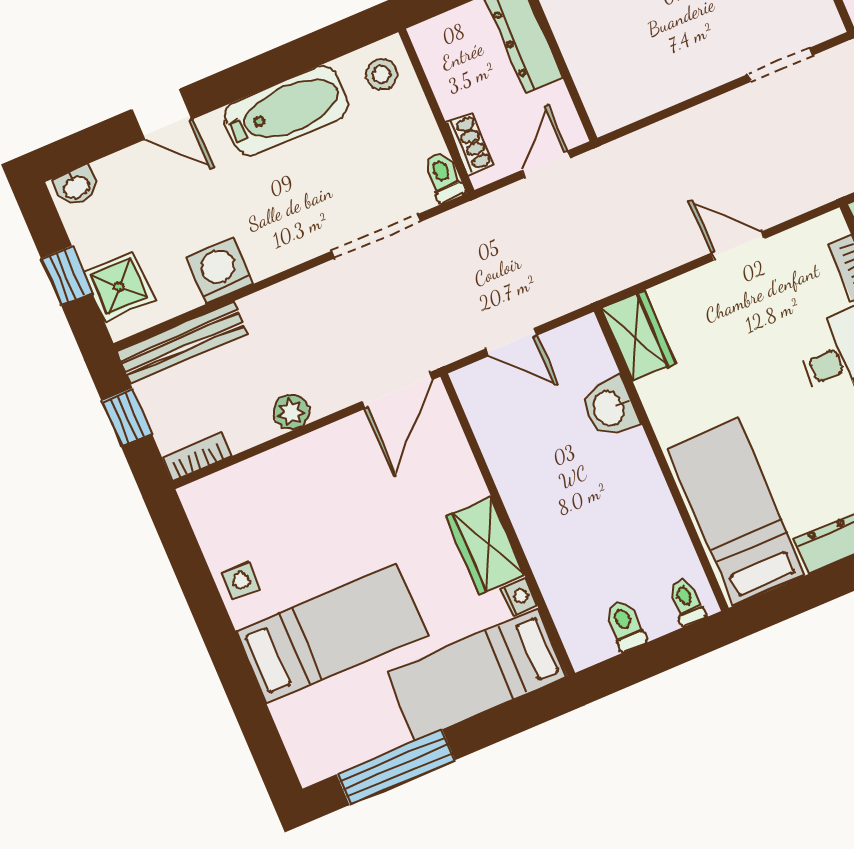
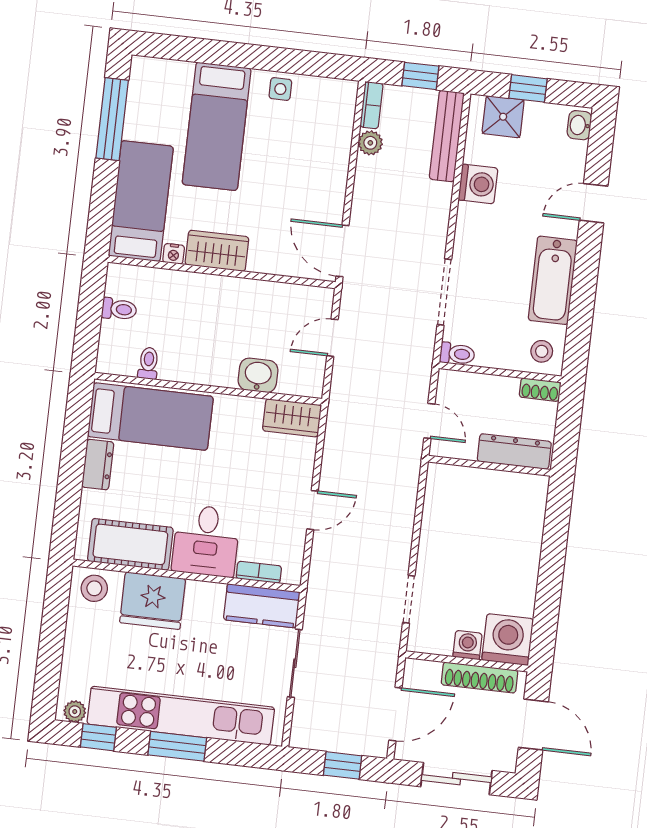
shoe rack: (470, 144) -> (540, 390), moved
plant: (291, 412) -> (370, 143), moved
toilet: (687, 602) -> (148, 363), moved, turned -90

